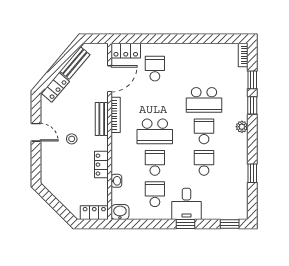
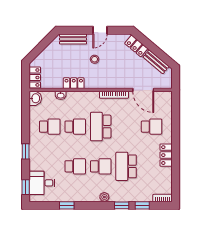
locker: (126, 51) -> (166, 155), moved
bench: (102, 119) -> (73, 39), moved
desk: (186, 204) -> (42, 183), moved

